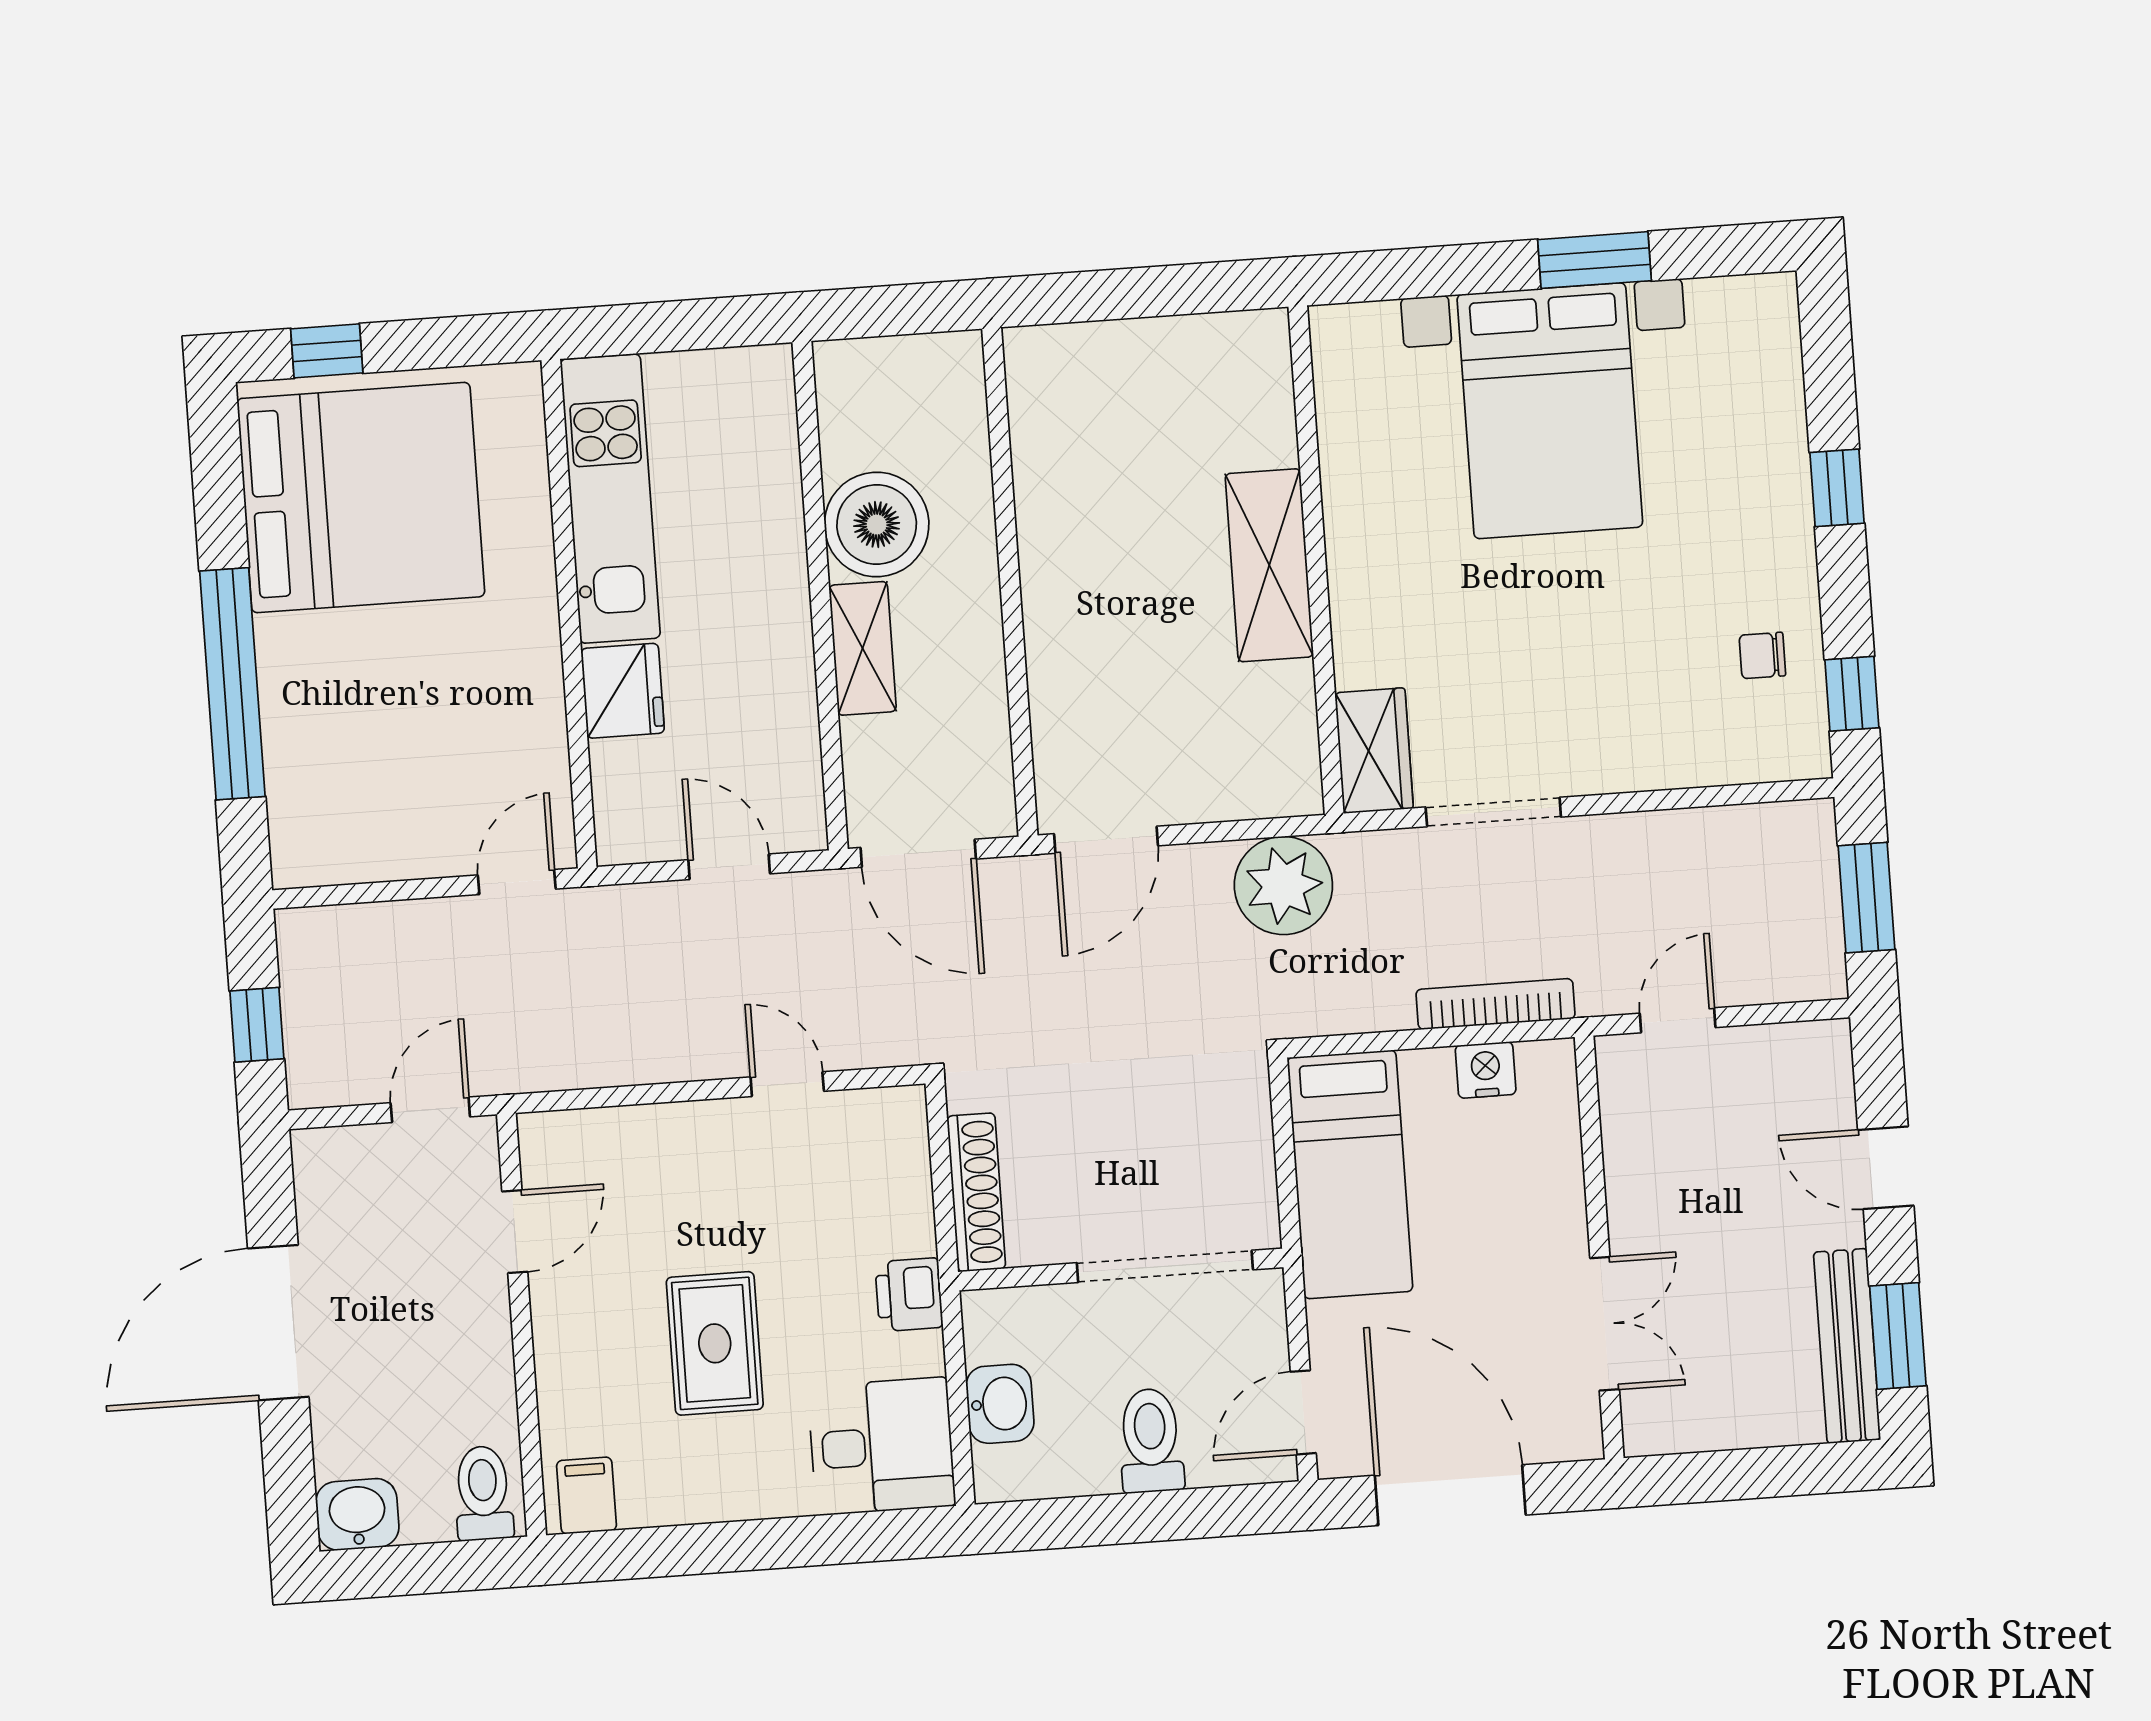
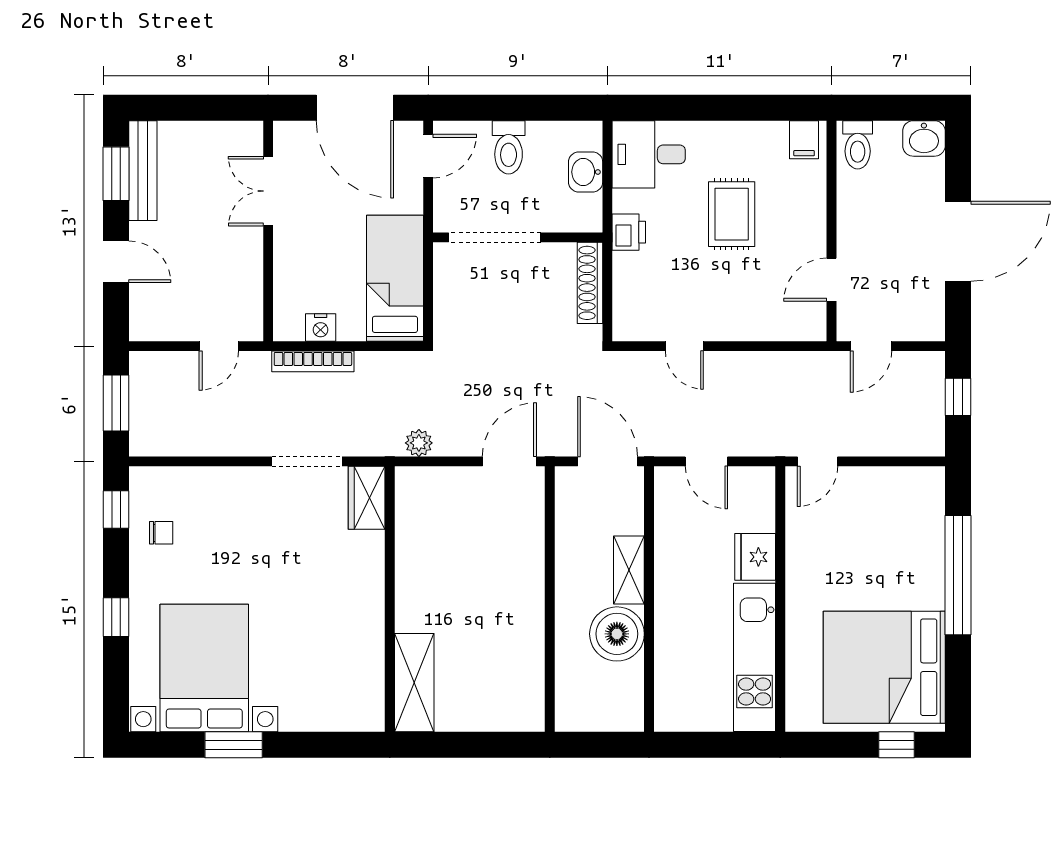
bed with nightstands: (1550, 411) -> (204, 668), moved
shelving: (1269, 565) -> (414, 683), moved
plant: (1283, 886) -> (419, 443), width x0.53, depth x0.53

